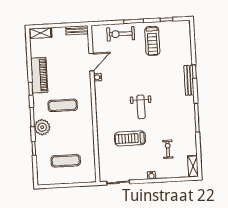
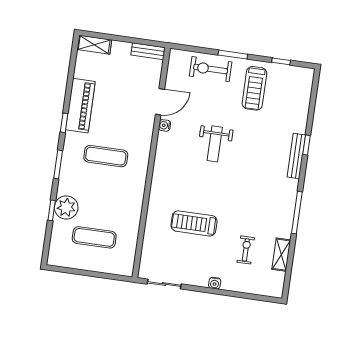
weight bench: (141, 107) -> (215, 144), moved
plant: (42, 127) -> (66, 207), moved
shelving: (193, 166) -> (281, 255), moved

